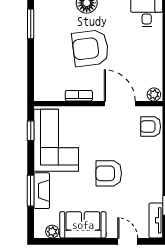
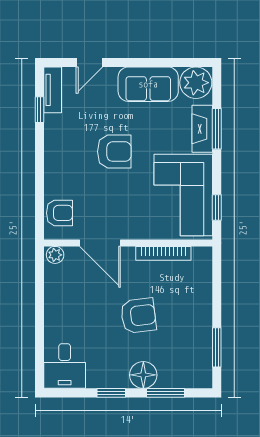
armchair: (90, 48) -> (138, 316), width x0.73, depth x0.73
bookcase: (79, 96) -> (163, 253), width x1.56
plant: (52, 232) -> (196, 83), width x1.87, depth x1.87
door: (128, 241) -> (89, 62), hinge flipped

